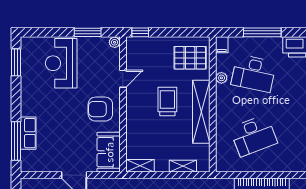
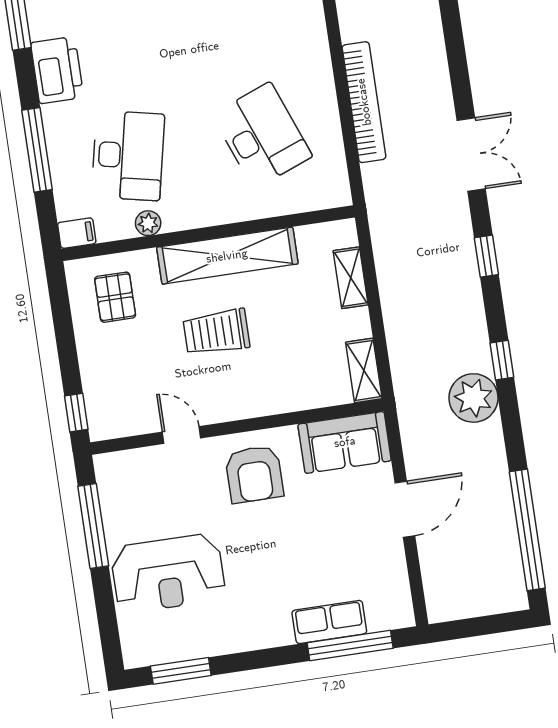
window: (88, 32) -> (93, 526), width x1.44
plant: (115, 42) -> (106, 465), removed
pallet: (190, 58) -> (115, 297), width x0.67, depth x0.71

